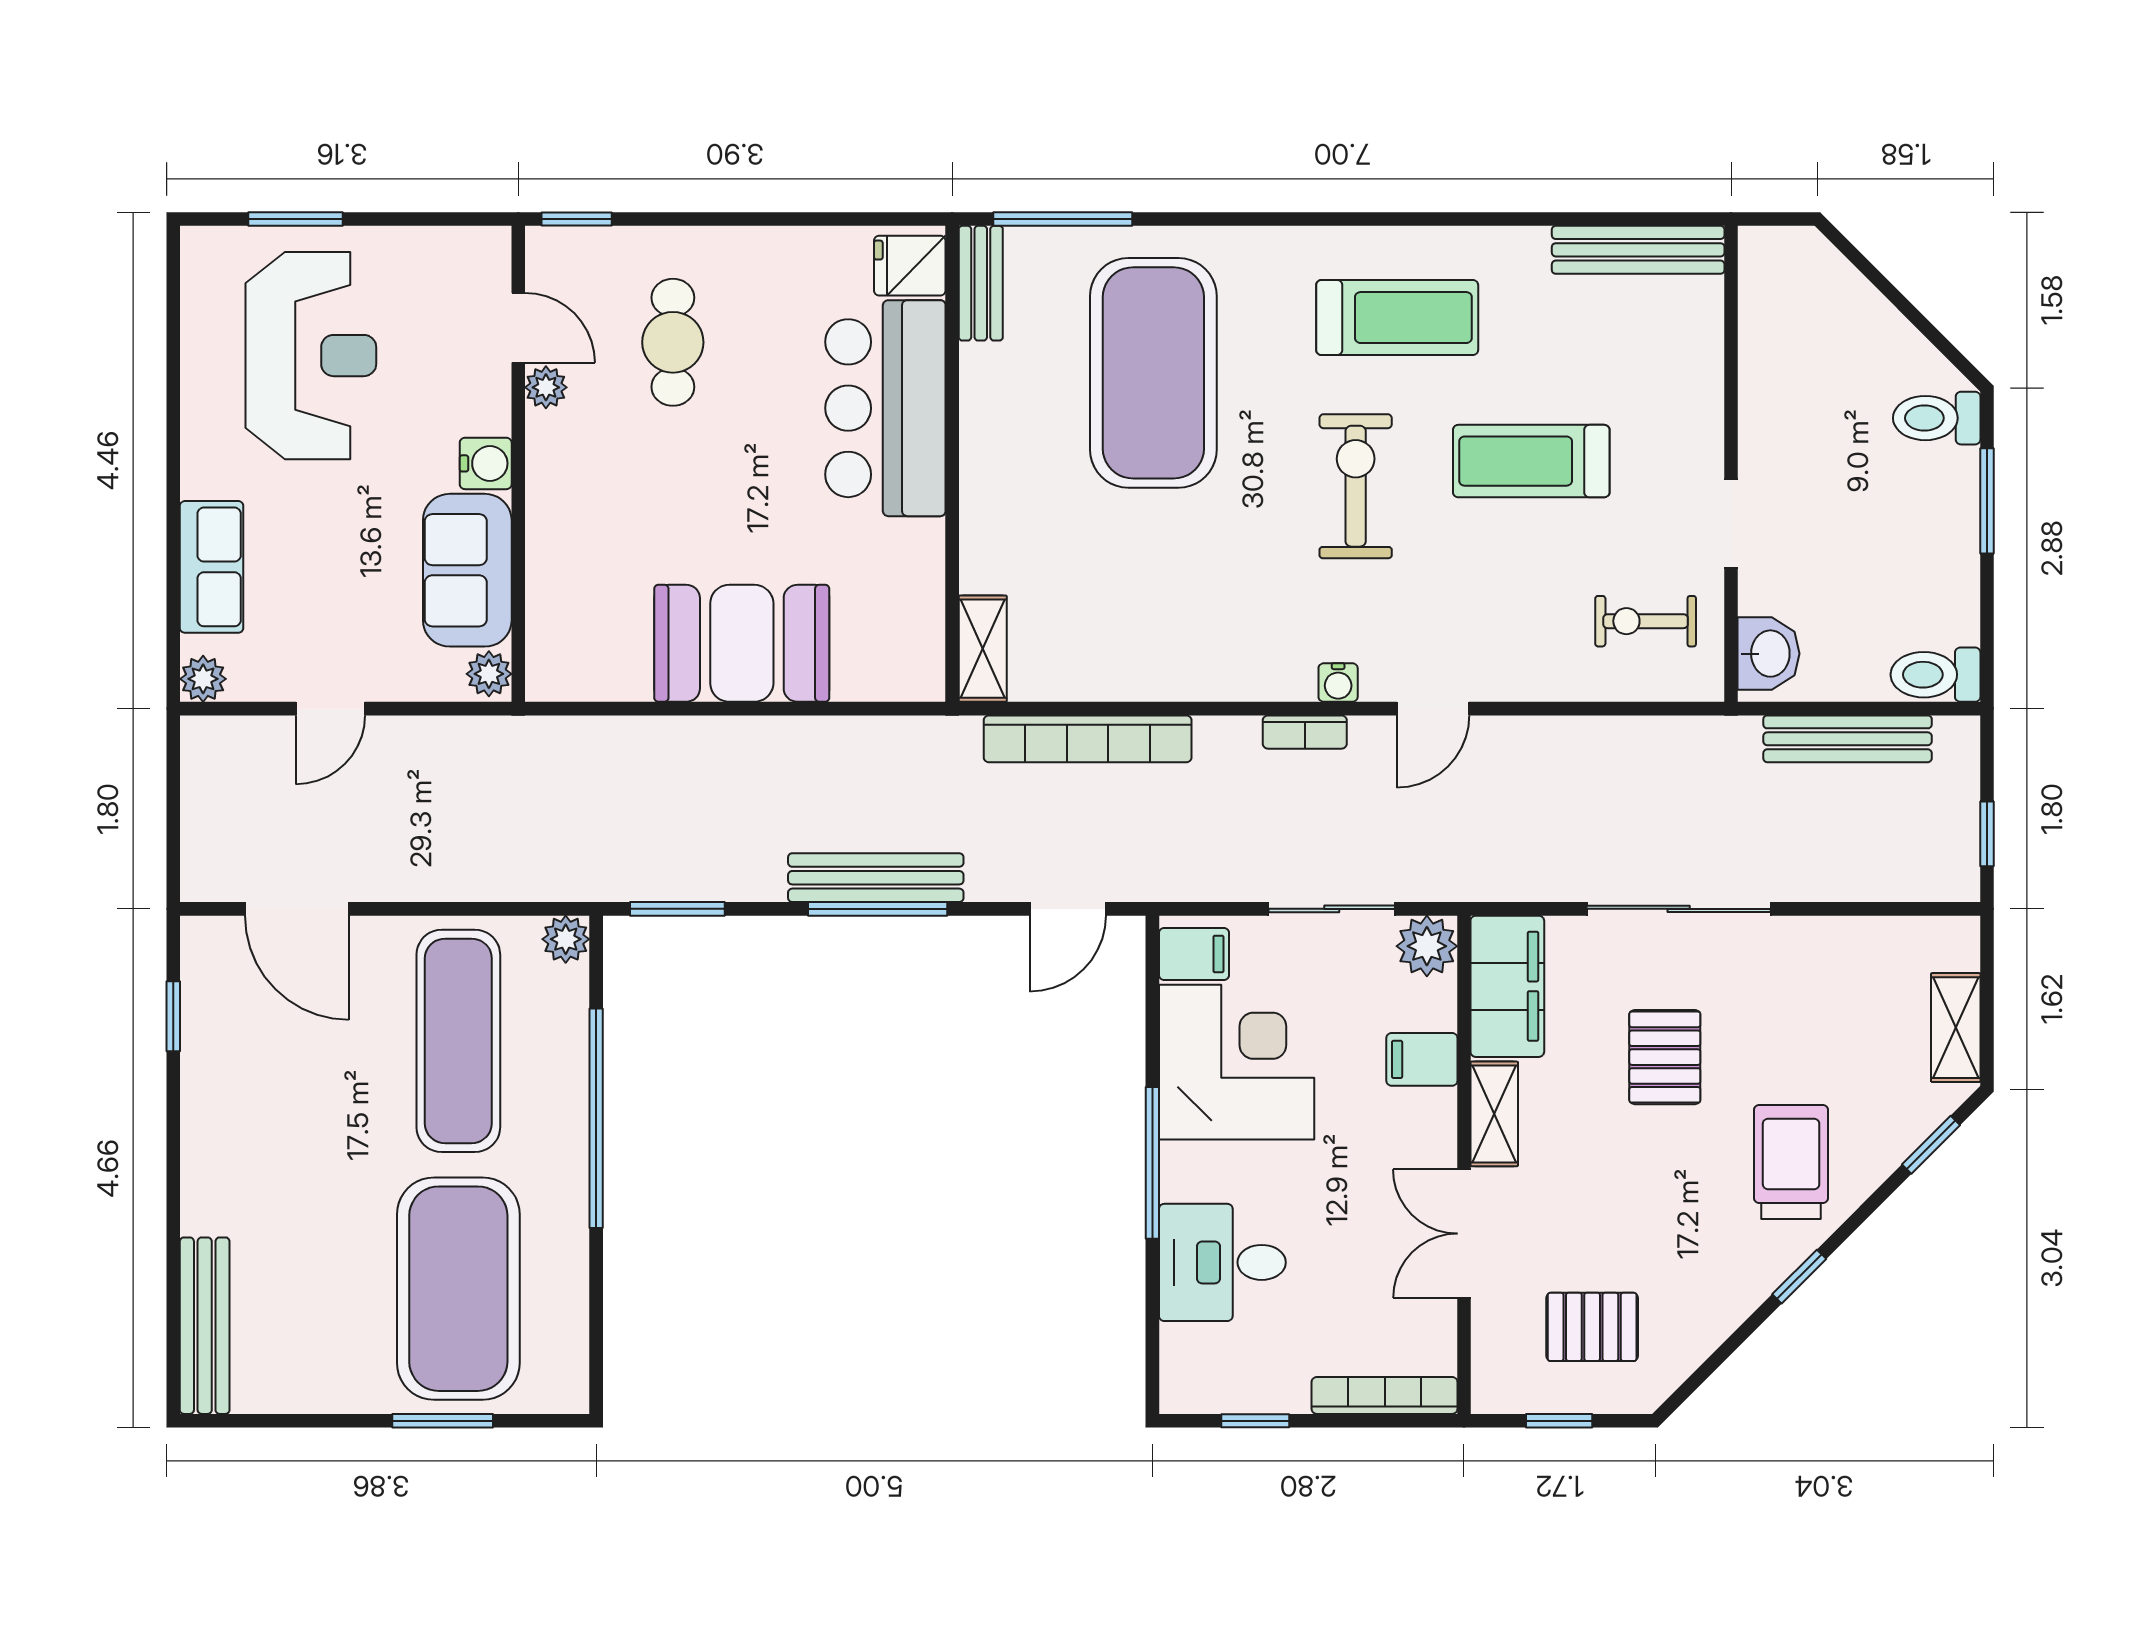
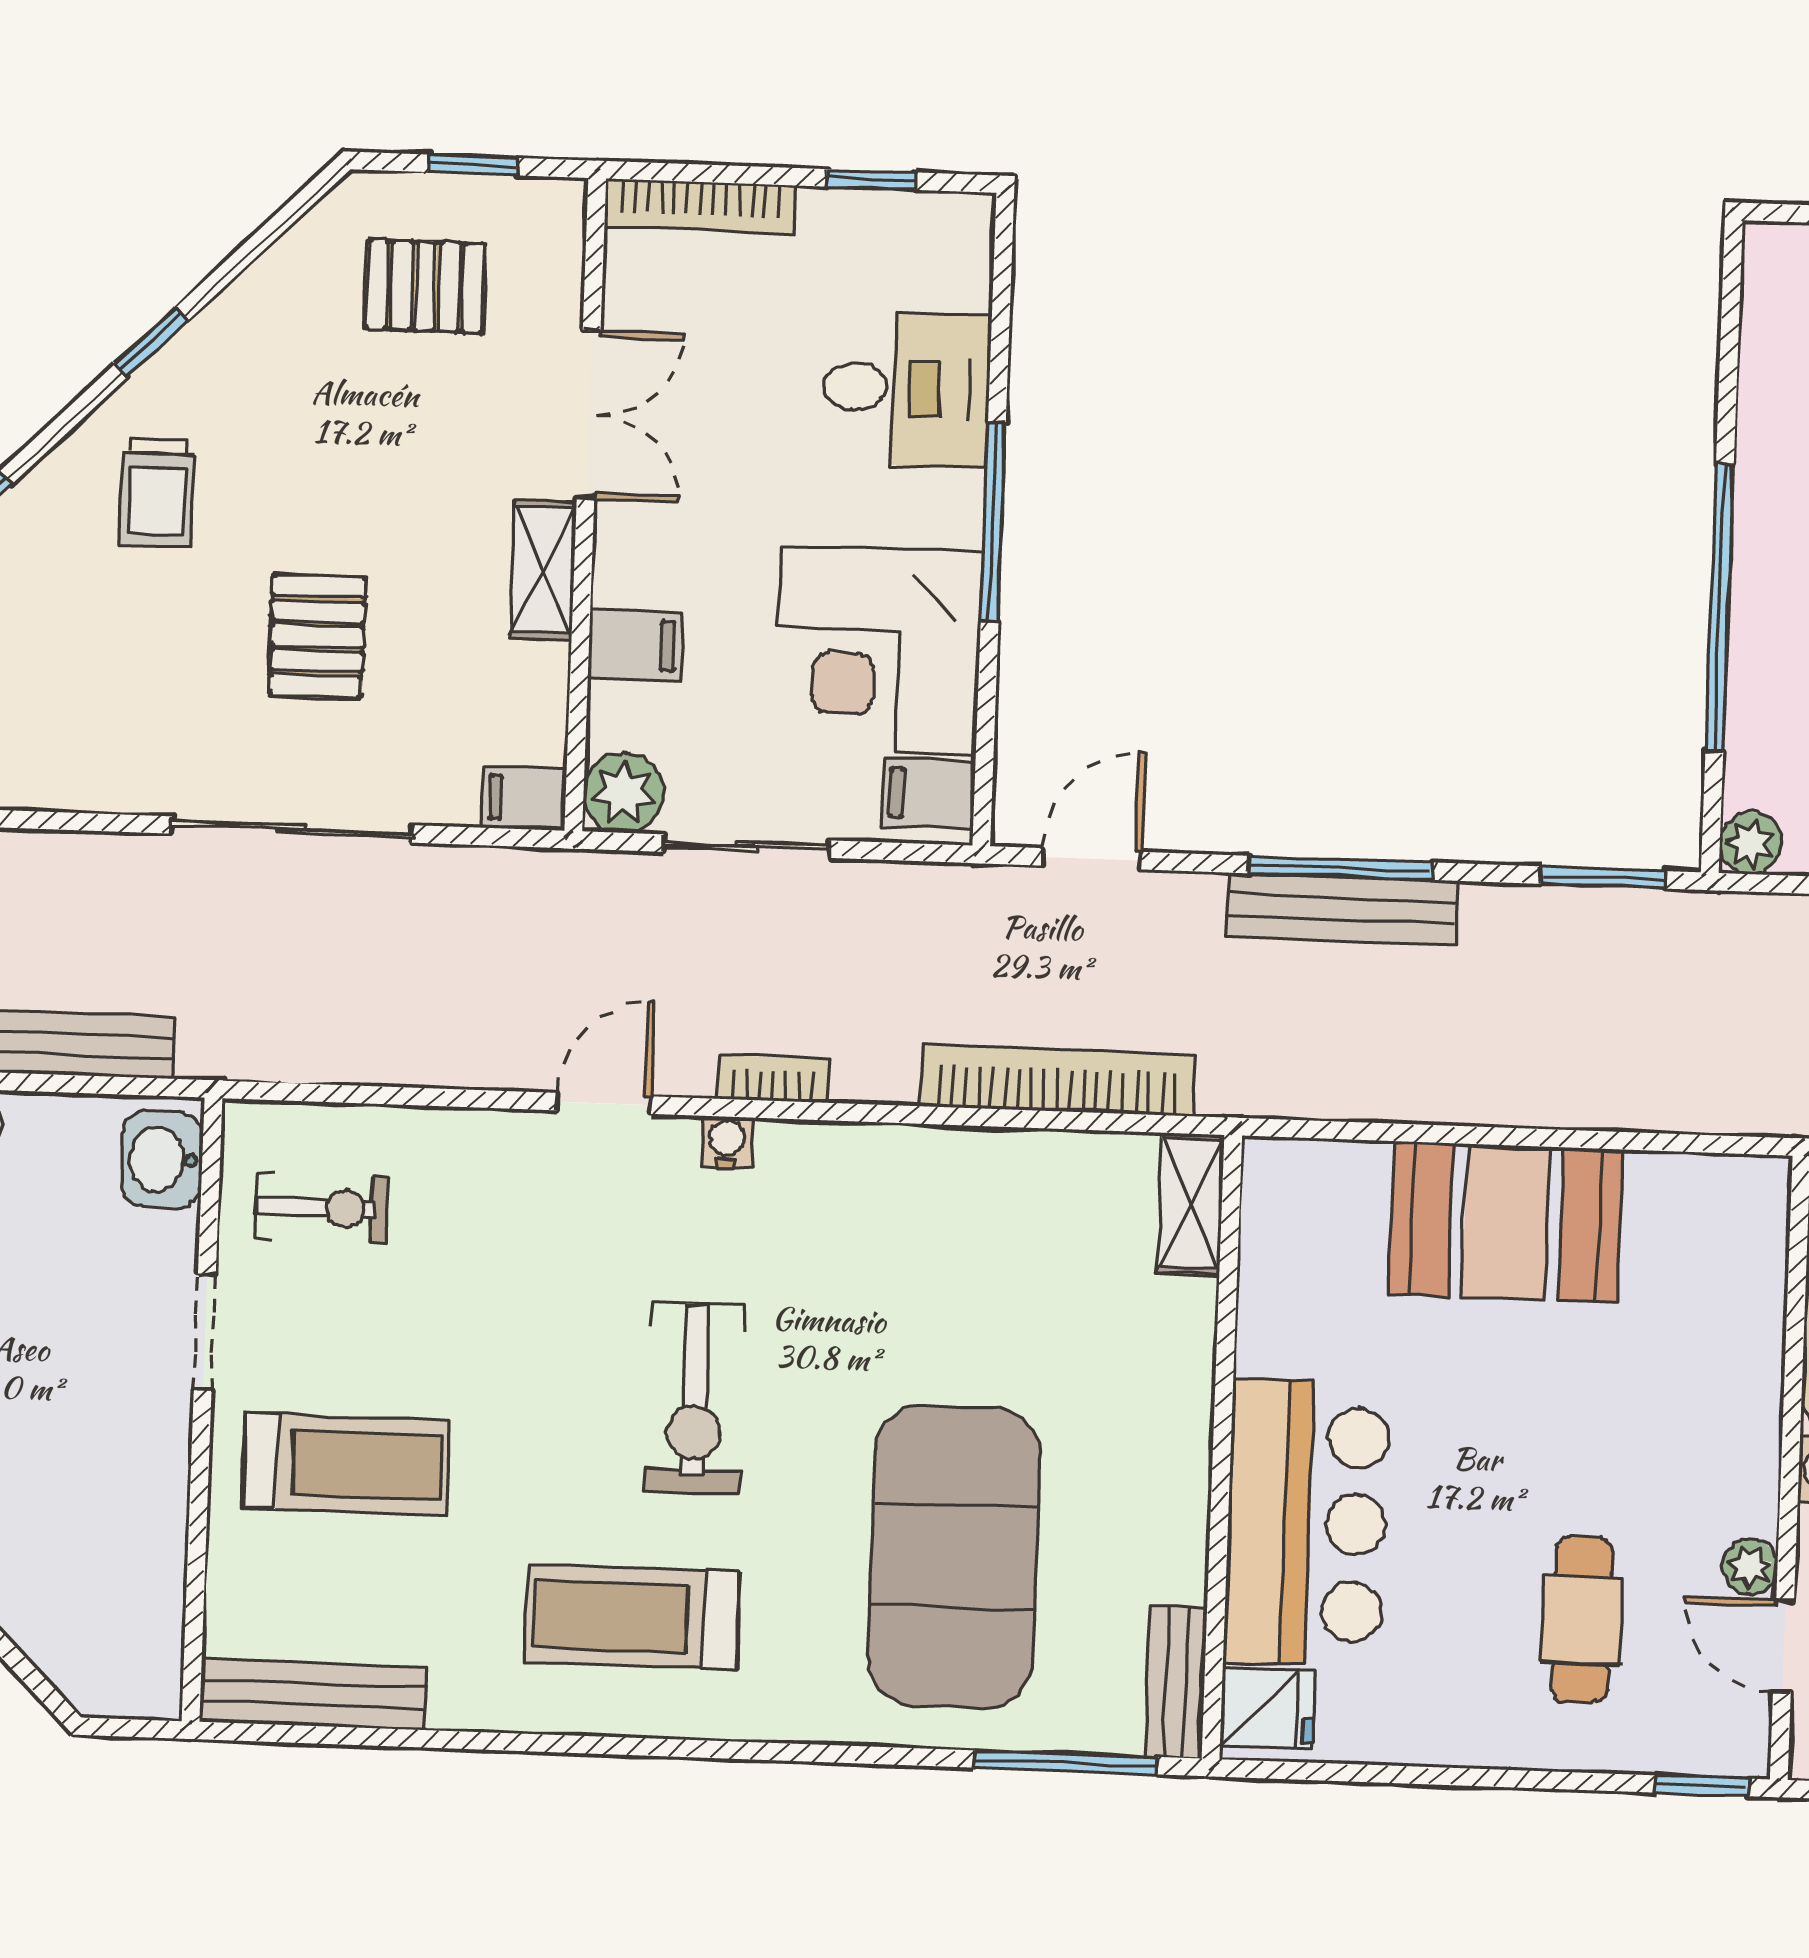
treadmill: (1531, 461) -> (346, 1464), moved
filing cabinet: (1507, 986) -> (525, 798), width x0.33, depth x0.86
trolley: (1791, 1162) -> (157, 493), width x0.73, depth x0.72

